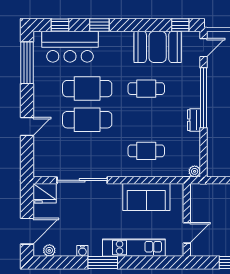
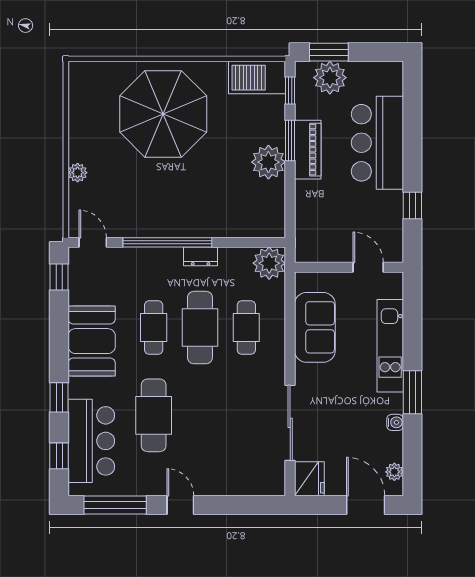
booth: (158, 47) -> (92, 341), moved
cafe table: (87, 120) -> (200, 328), moved
door: (27, 127) -> (180, 505), moved
plant: (195, 171) -> (269, 263), width x1.88, depth x1.88

